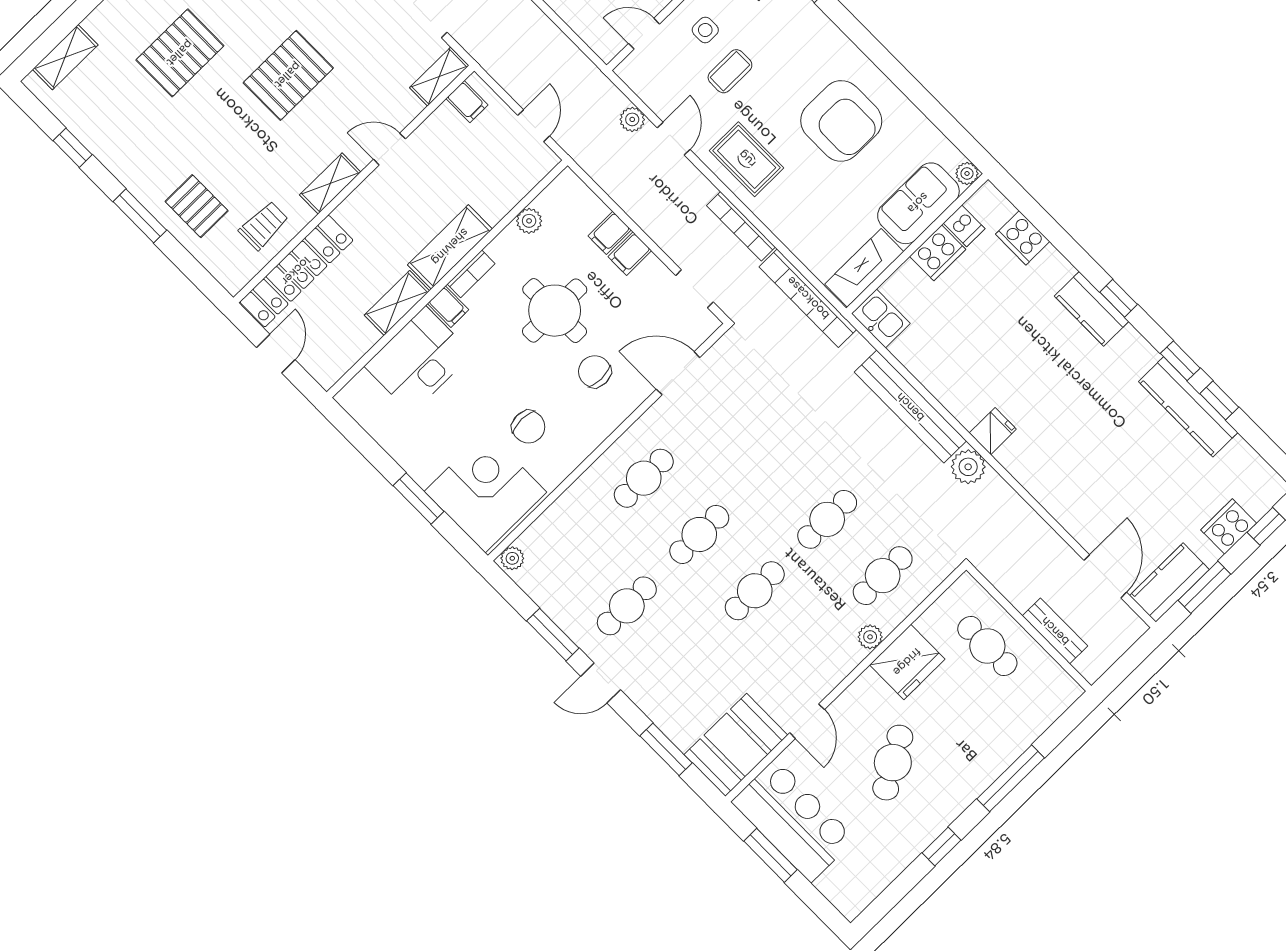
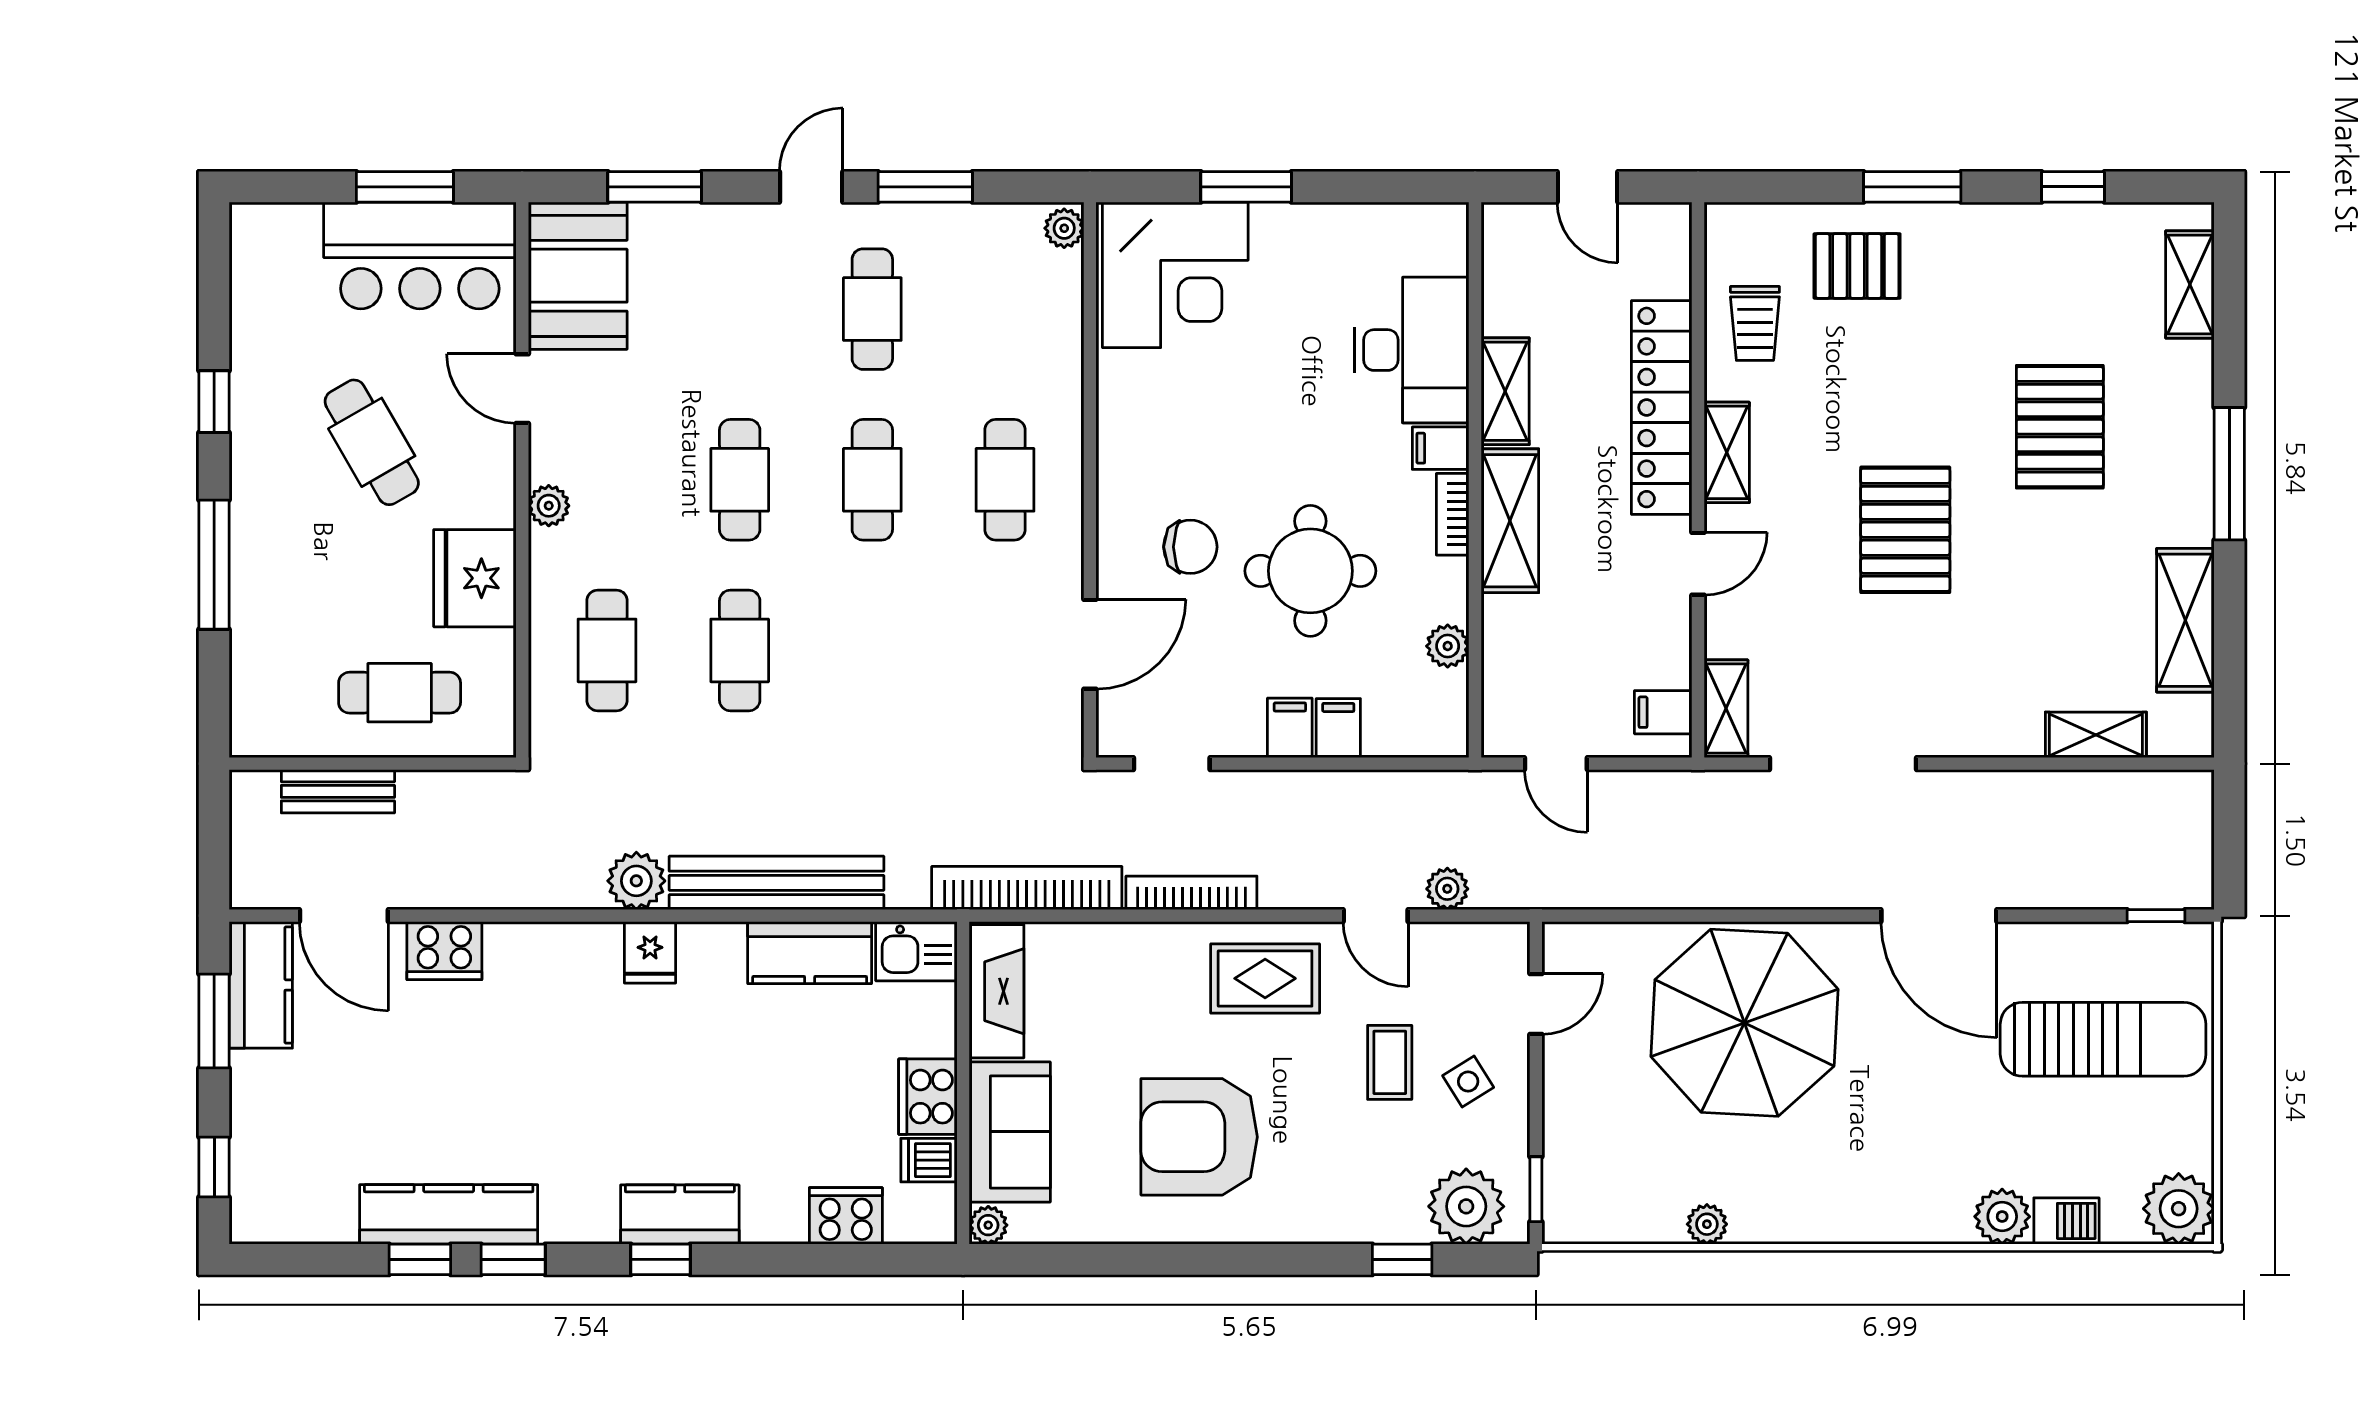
side table: (705, 30) -> (1468, 1082), turned -32
locker: (296, 271) -> (1662, 407), moved
kitchen counter: (926, 363) -> (810, 953), added
chair: (528, 427) -> (1202, 402), removed
cooker: (1229, 526) -> (444, 951), moved, turned 90
plant: (870, 637) -> (549, 506), moved

